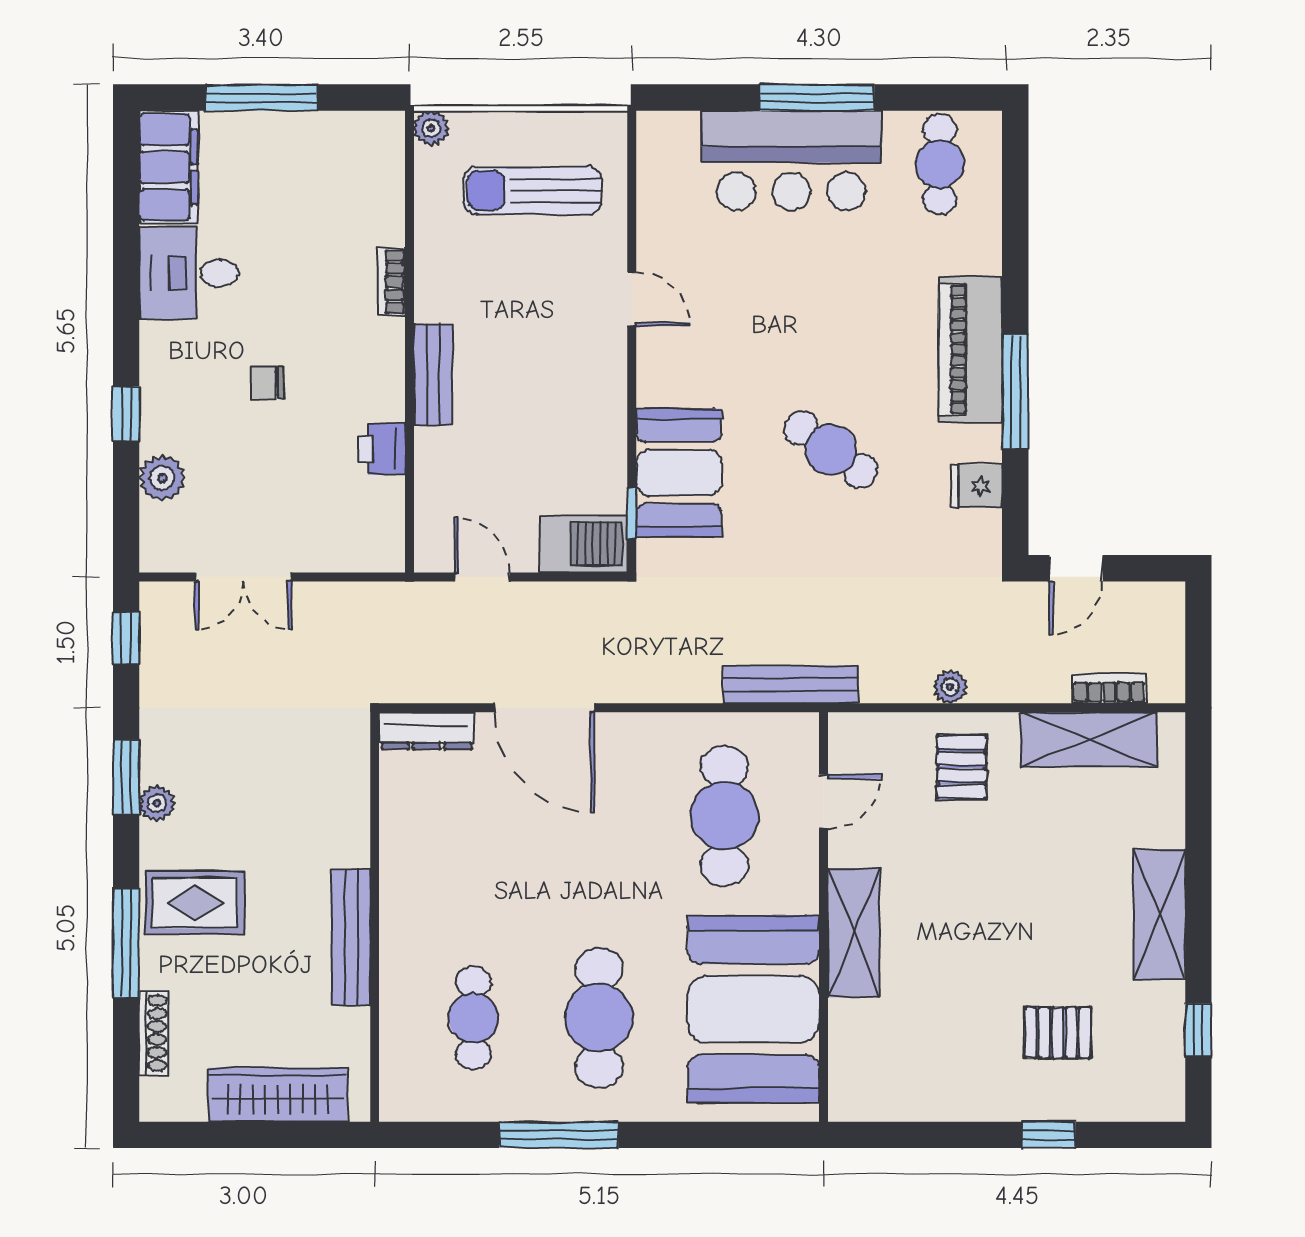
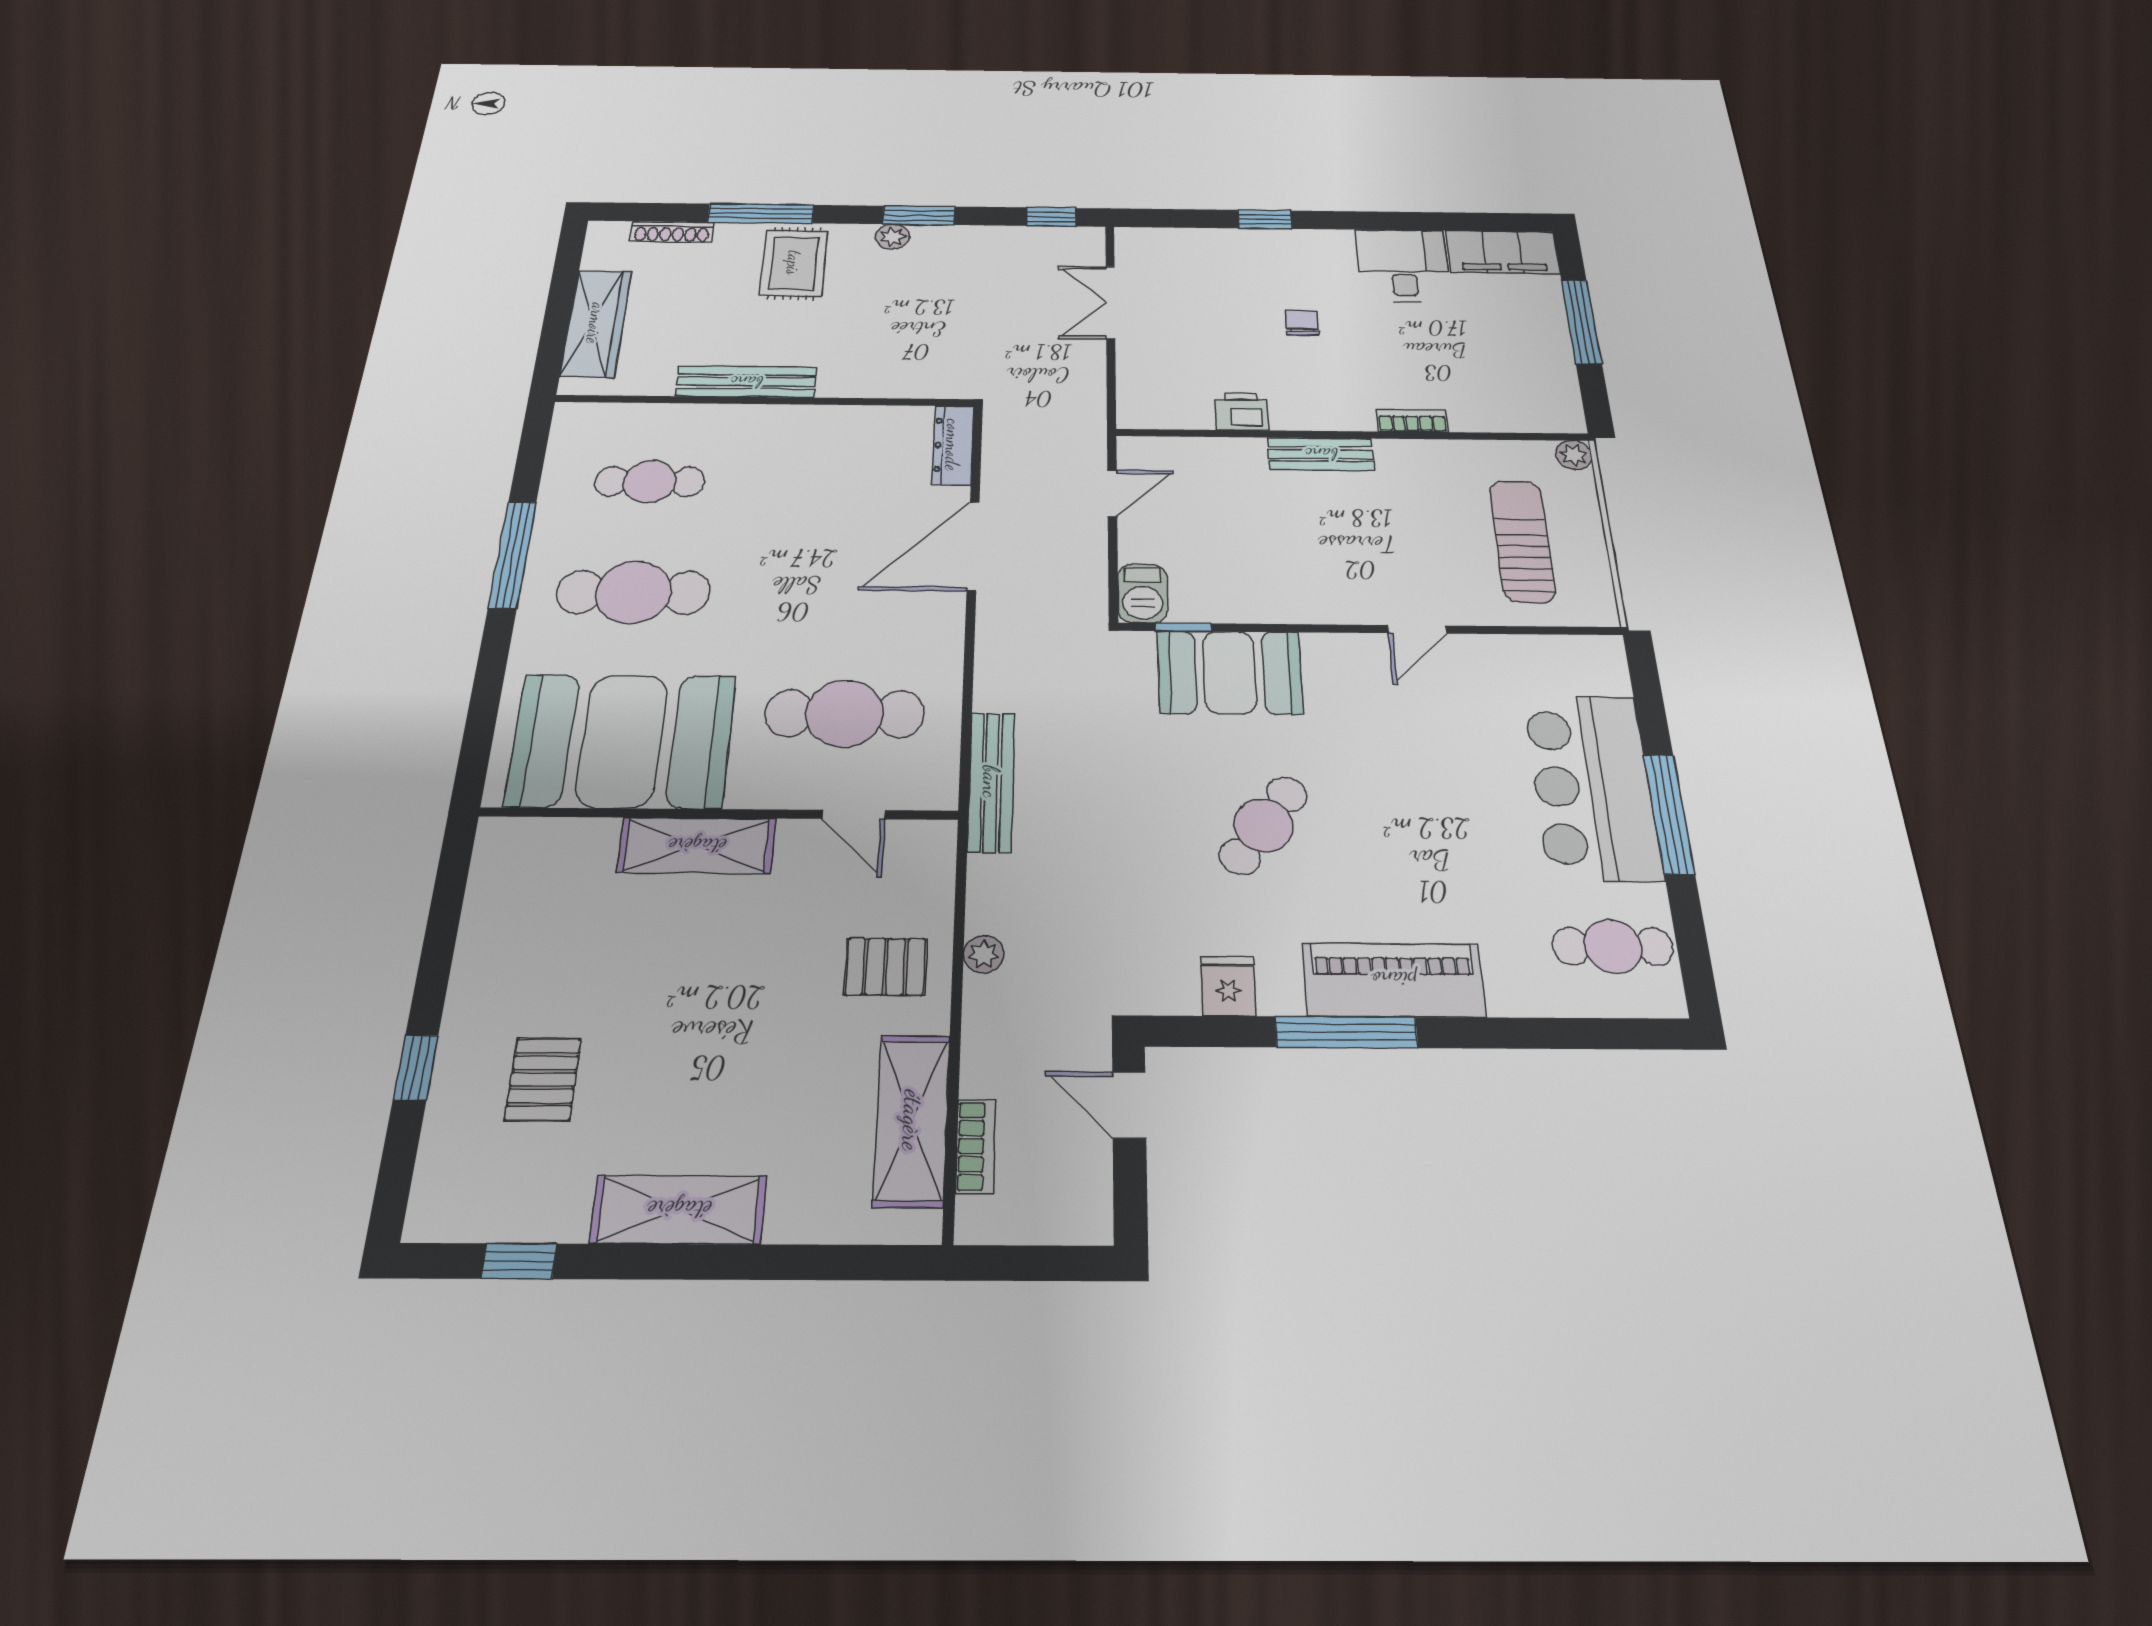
plant: (162, 478) -> (1205, 244), removed
barbecue: (583, 544) -> (1142, 593), width x0.73, depth x0.79

